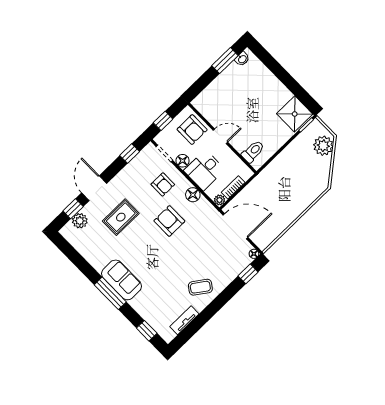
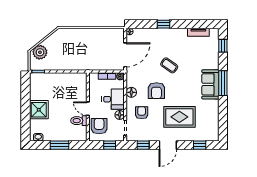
window: (225, 61) -> (59, 145), moved
shower: (295, 114) -> (39, 110), moved
toilet: (253, 151) -> (79, 121), moved
door: (94, 188) -> (168, 145), moved
rug: (121, 217) -> (179, 117), width x1.36, depth x1.43
plant: (80, 221) -> (202, 136), removed
door: (235, 226) -> (125, 55), swing flipped
window: (248, 274) -> (163, 24), moved
coffee table: (200, 287) -> (169, 65), moved

